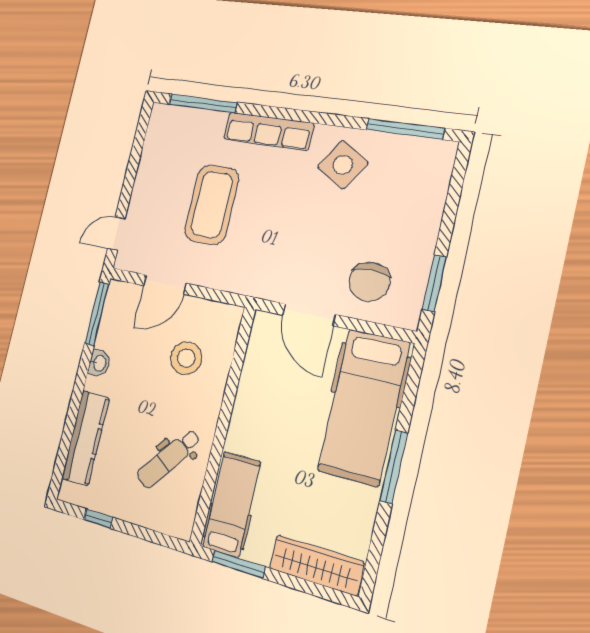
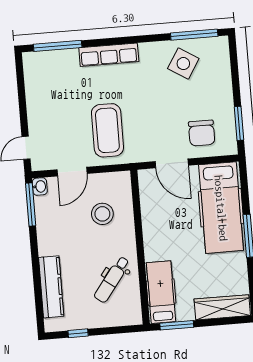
side table: (343, 165) -> (183, 64), moved
coffee table: (212, 205) -> (107, 130), moved
washbasin: (99, 363) -> (40, 186), moved

